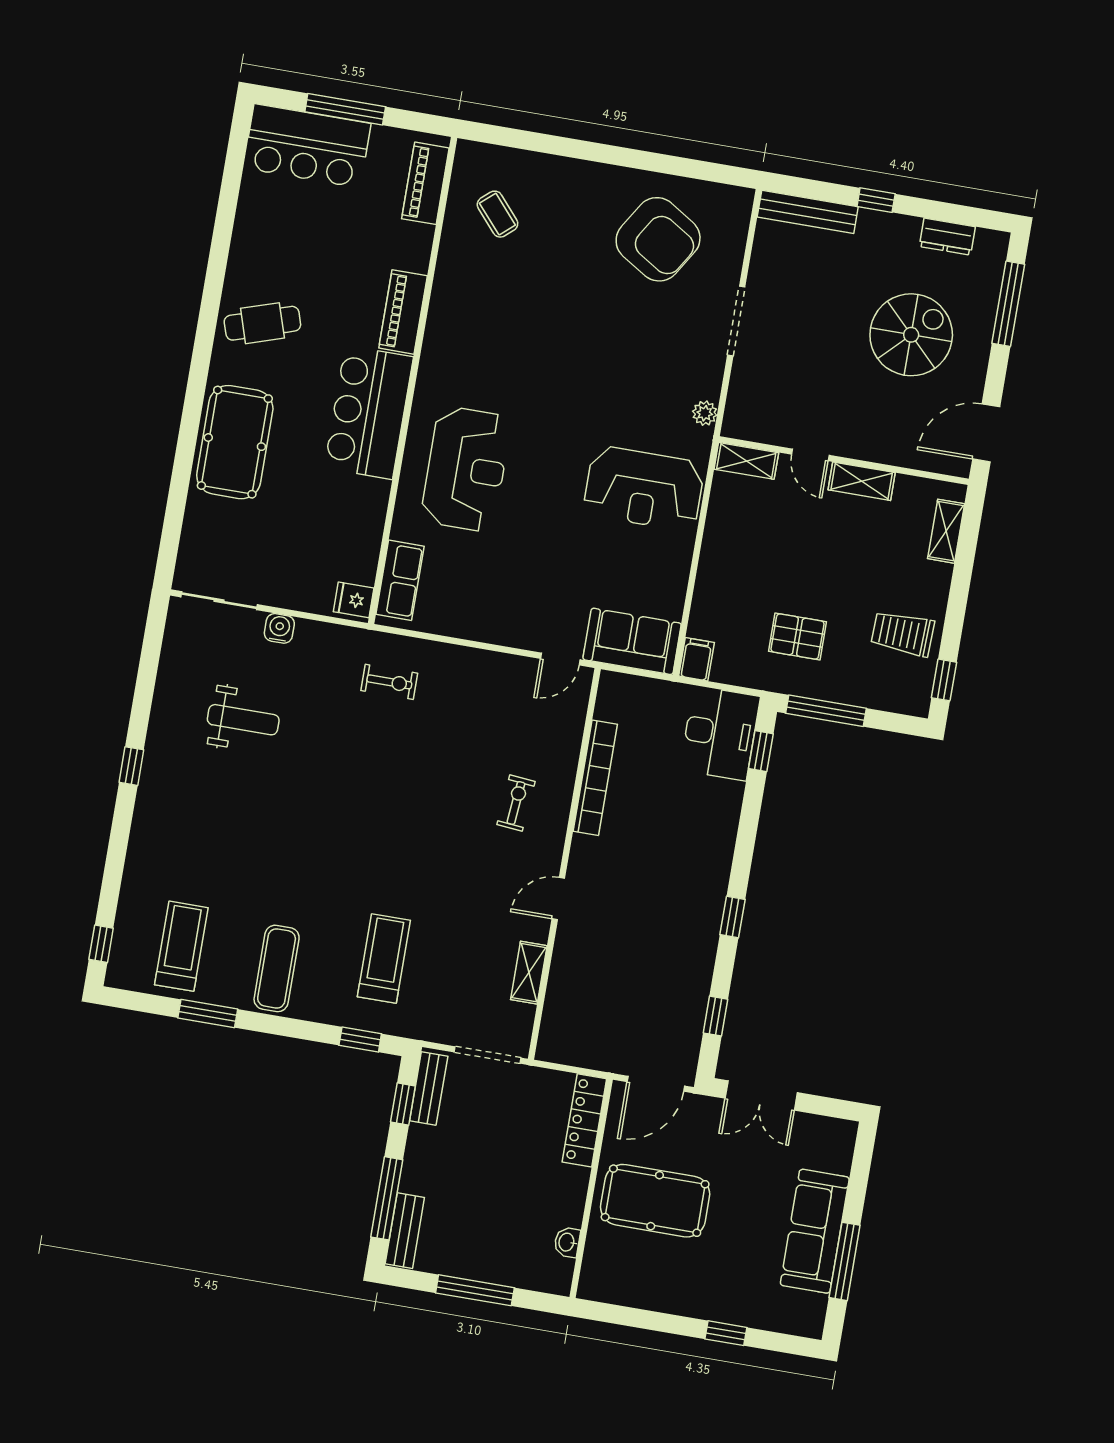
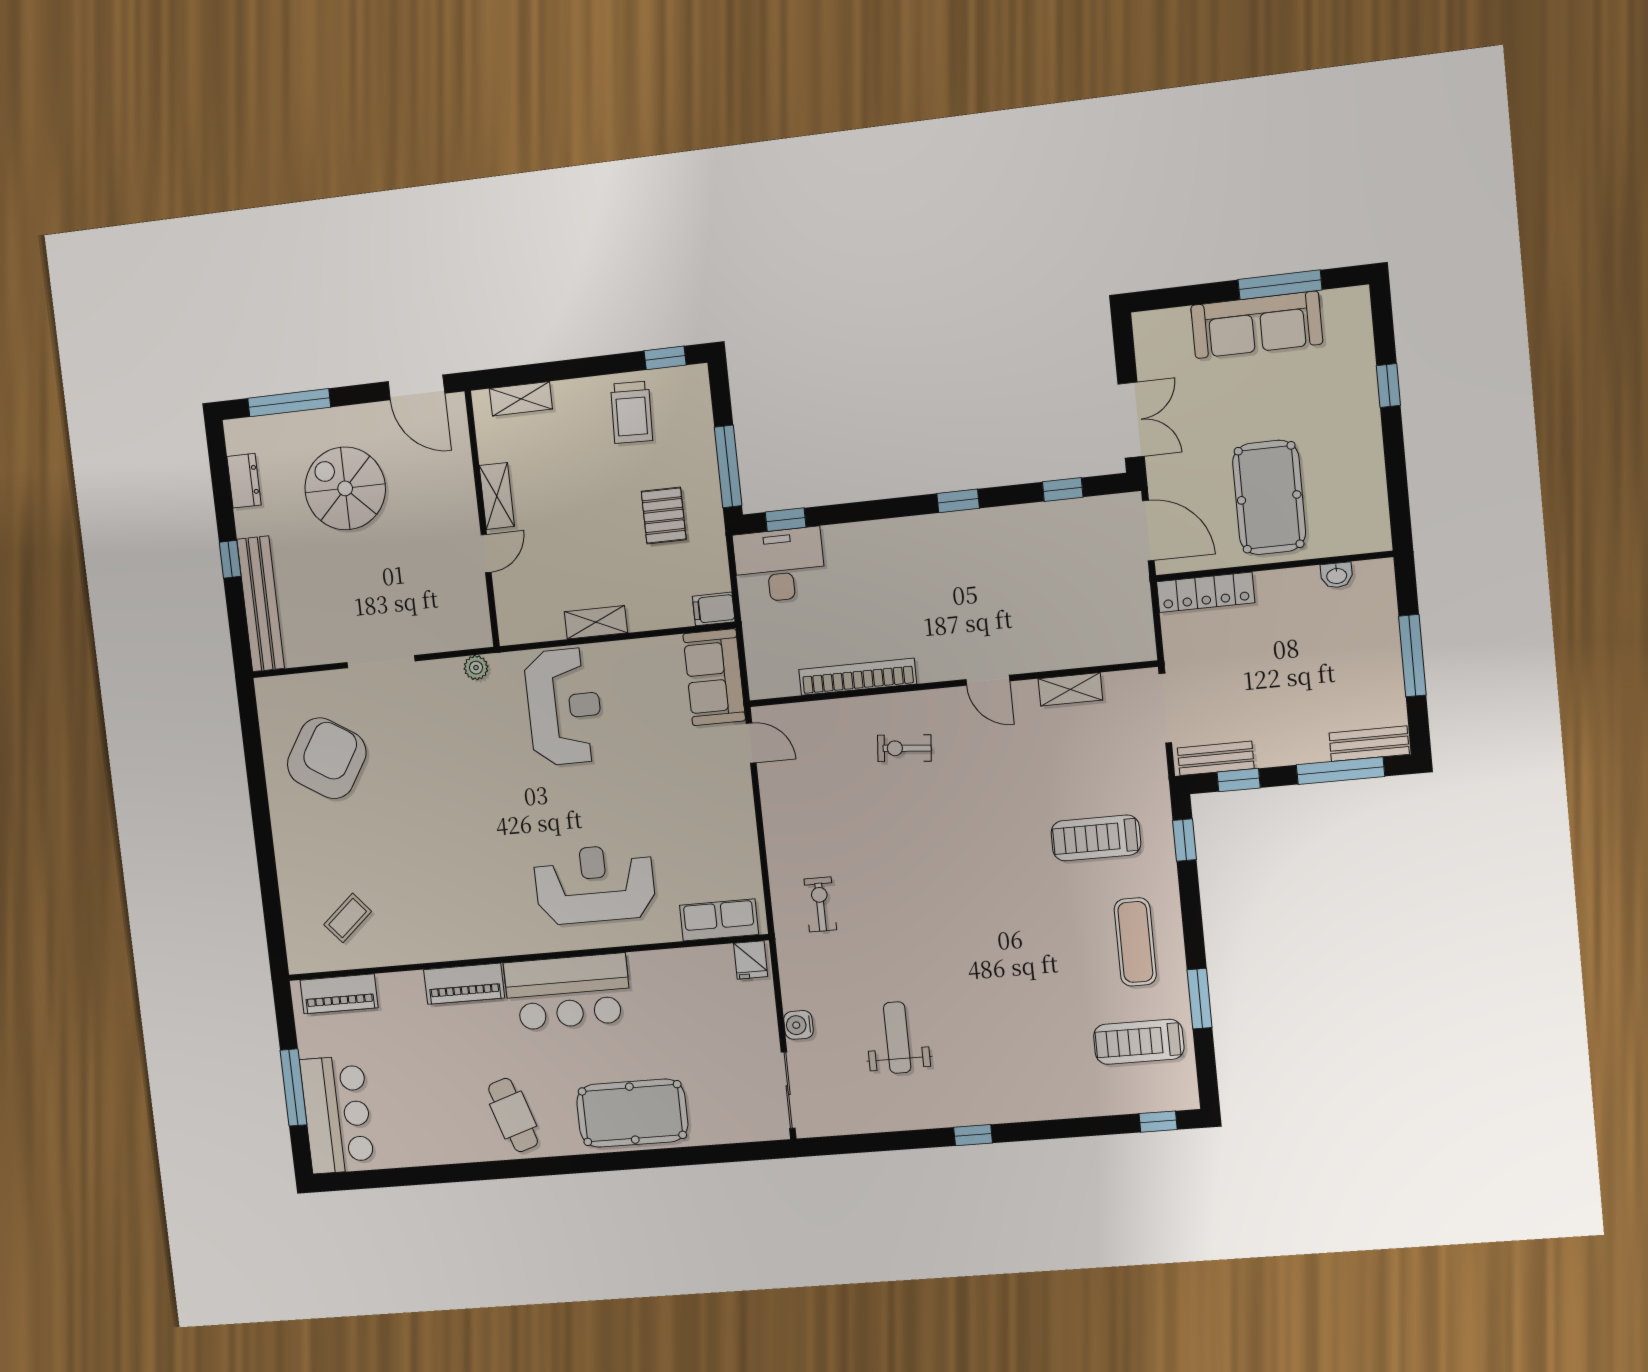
bench: (808, 212) -> (261, 604), width x1.37, depth x1.21
shelving: (746, 461) -> (596, 622), moved, turned 90
exercise mat: (277, 968) -> (1135, 942), turned 90

